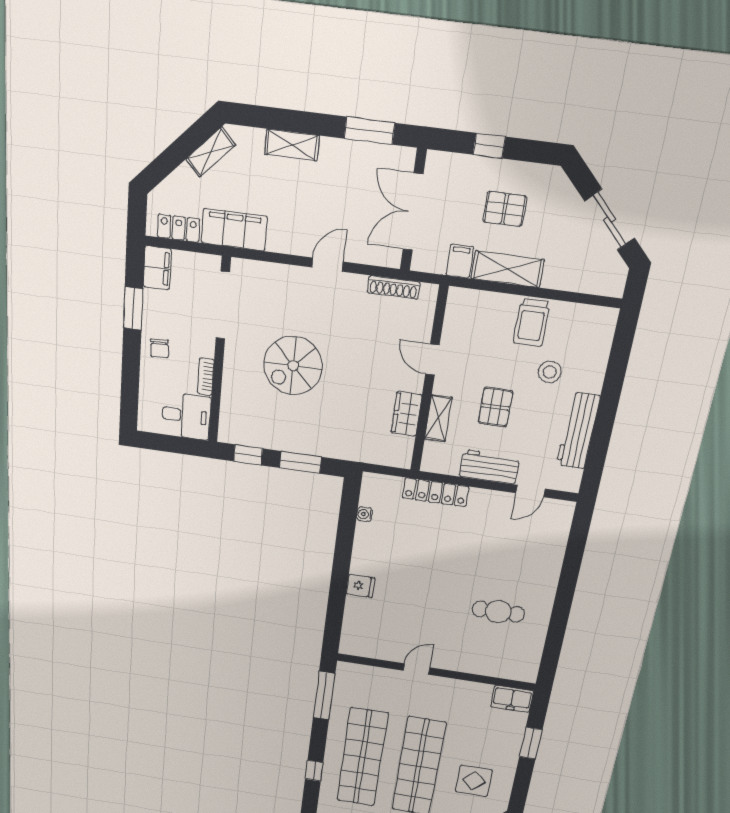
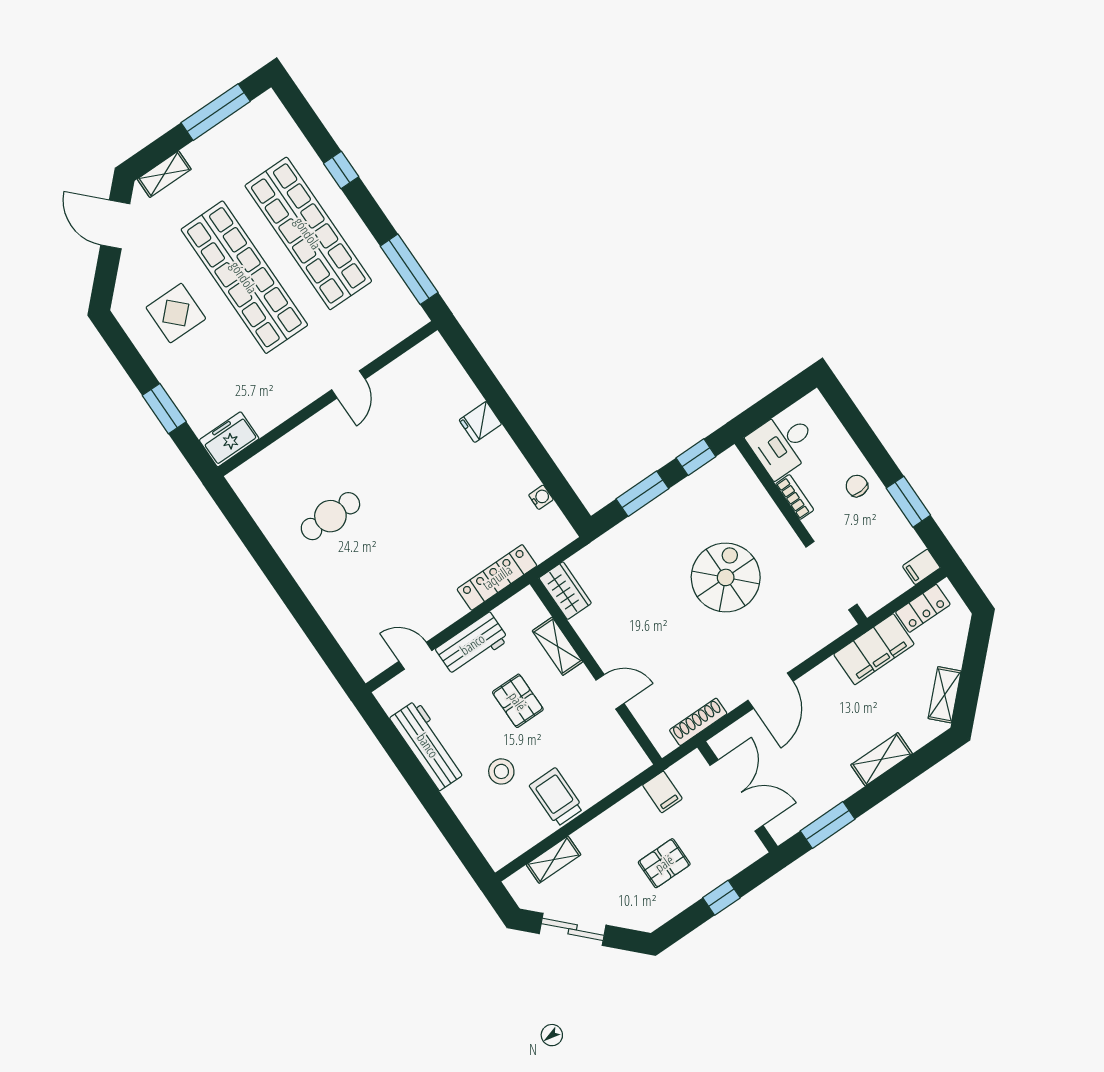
door: (327, 265) -> (770, 691), width x1.38
filing cabinet: (157, 268) -> (921, 567), width x0.50
shelving: (507, 269) -> (554, 860), moved, width x0.67, depth x0.75
wardrobe: (406, 414) -> (565, 591), moved
door: (530, 491) -> (415, 656), hinge flipped

